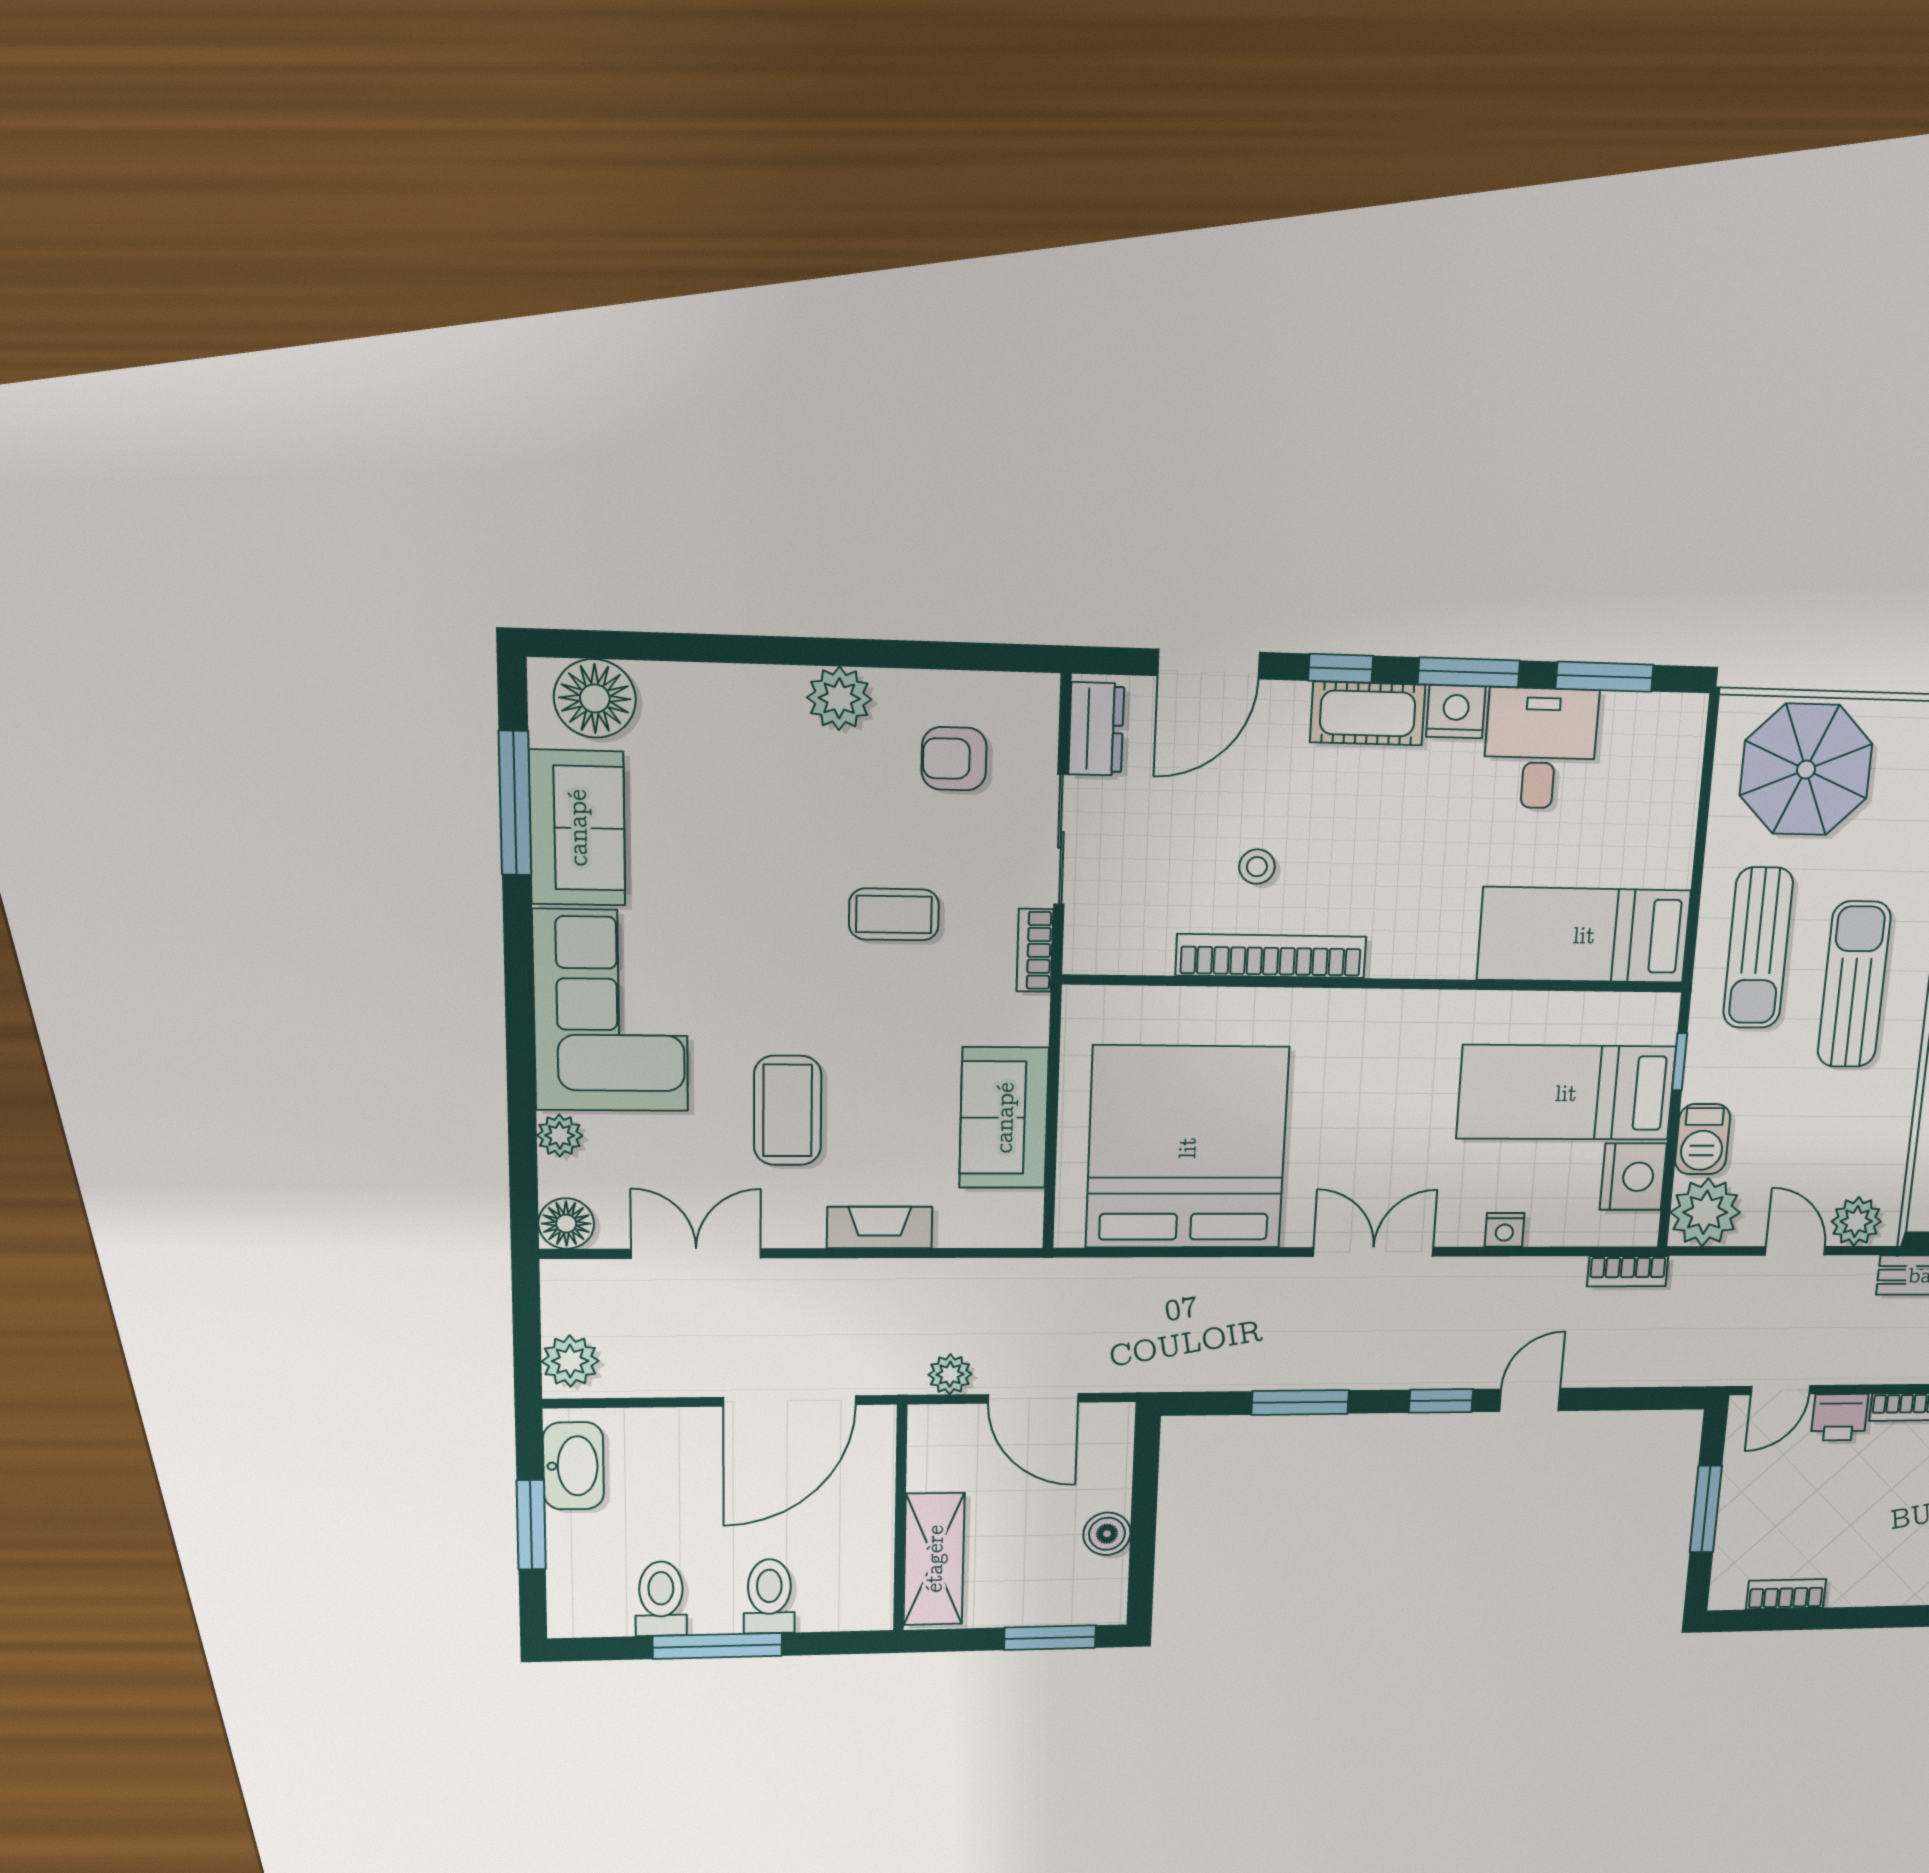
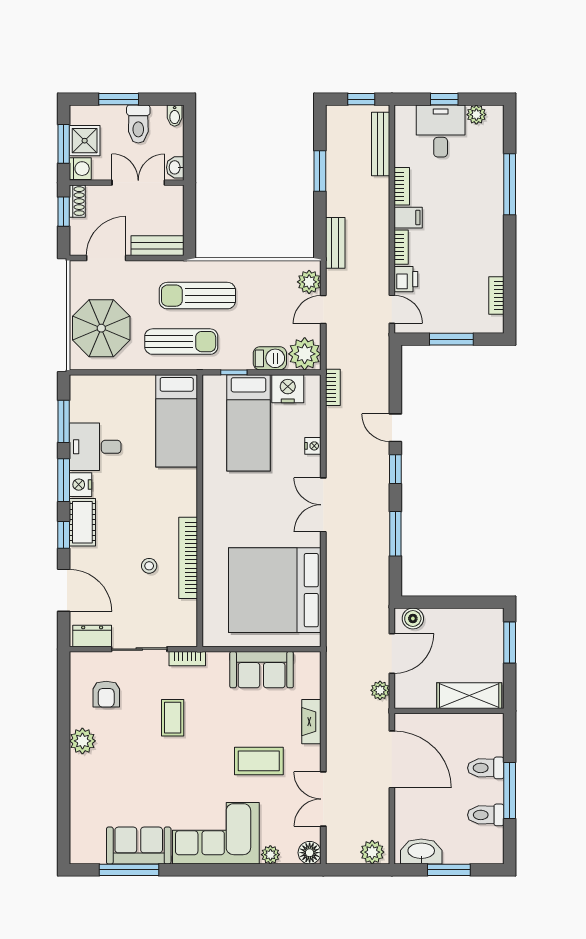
floor lamp: (595, 698) -> (85, 838), removed
boiler: (1107, 1534) -> (413, 618), moved

